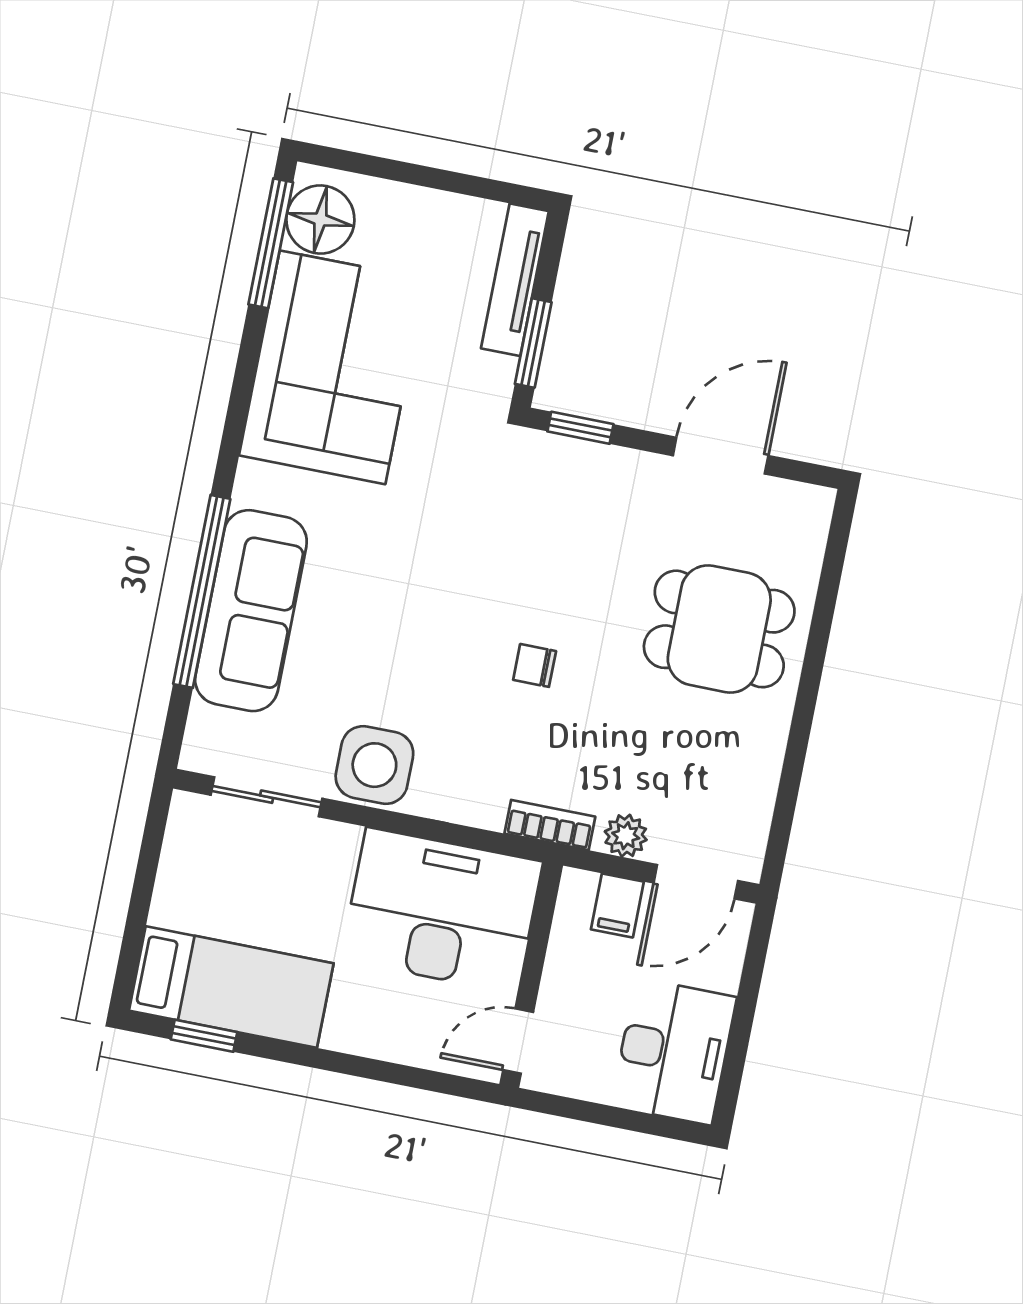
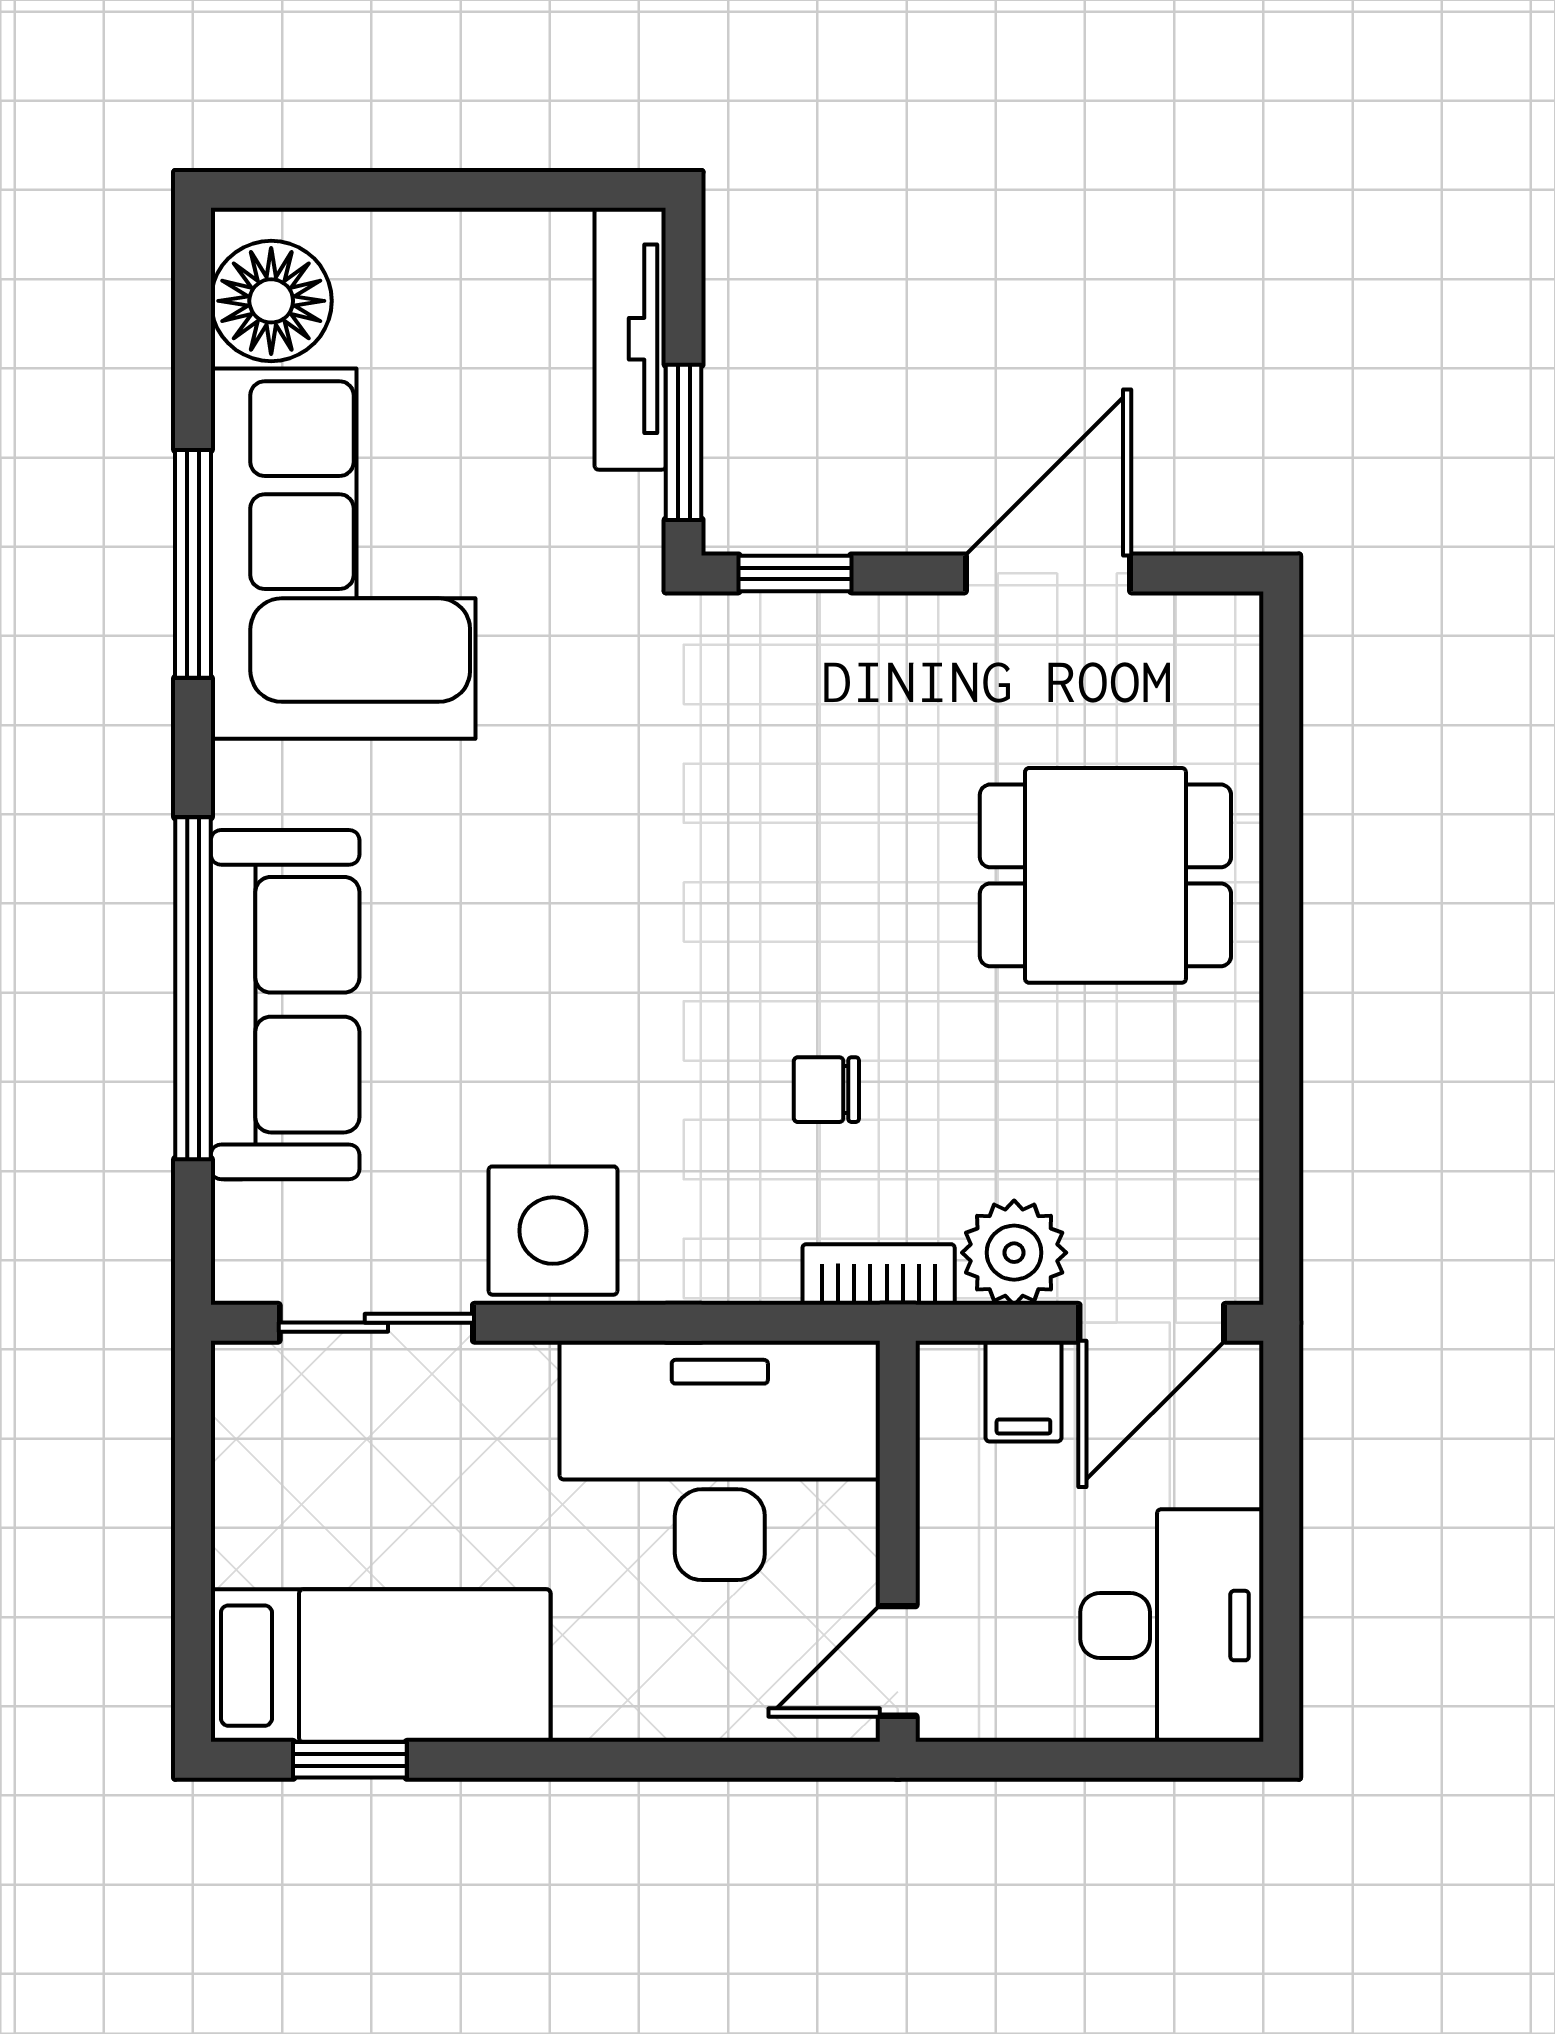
window: (271, 243) -> (193, 564), moved
chair: (535, 665) -> (826, 1090), moved
plant: (626, 836) -> (1014, 1253), width x1.38, depth x1.38

